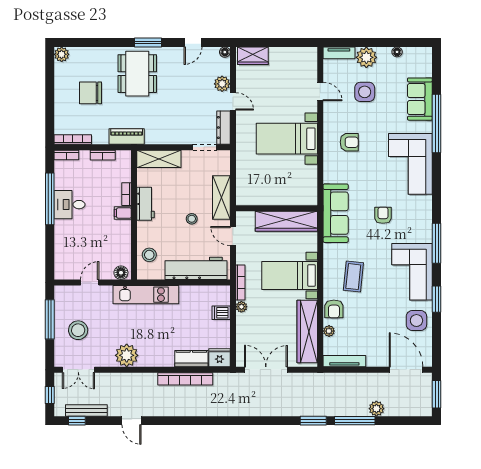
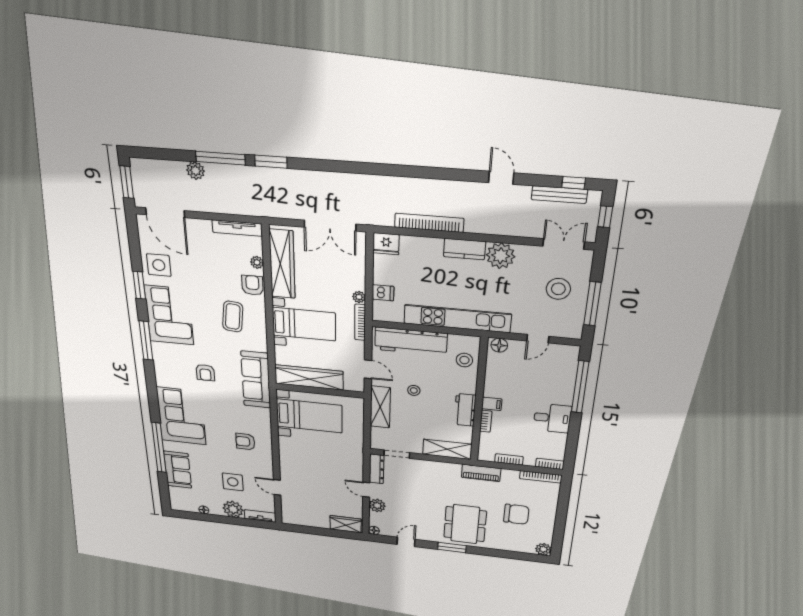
bed with nightstands: (287, 139) -> (309, 416), moved
window: (50, 199) -> (580, 387), moved
kitchen unit: (146, 295) -> (457, 319), width x1.36
kitchen counter: (191, 359) -> (465, 249), moved

